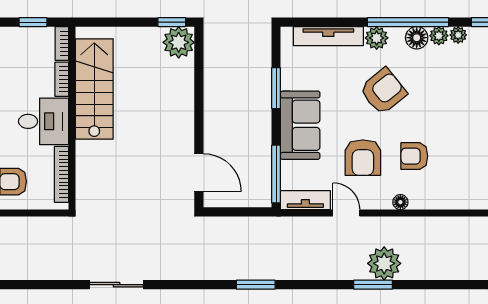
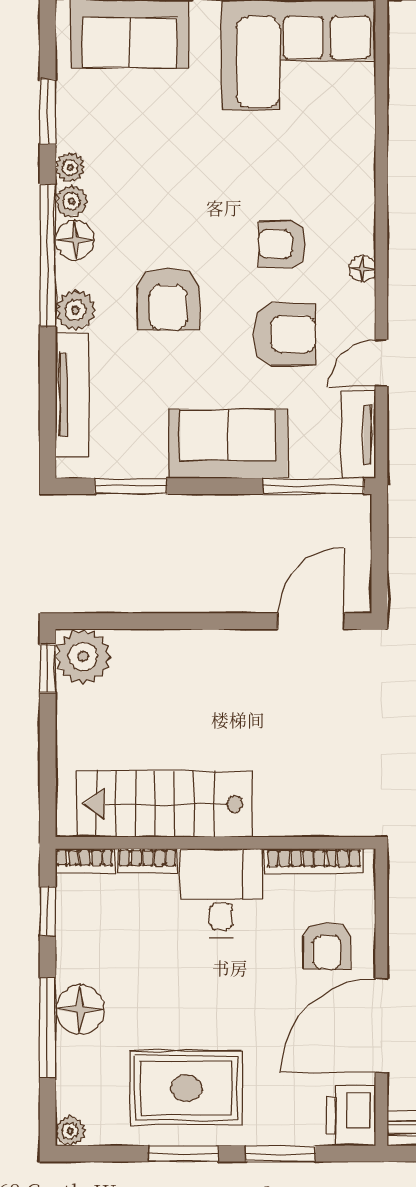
window: (276, 88) -> (130, 486), moved
armchair: (383, 91) -> (168, 299), turned -141
armchair: (414, 156) -> (282, 244), turned 90

